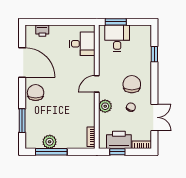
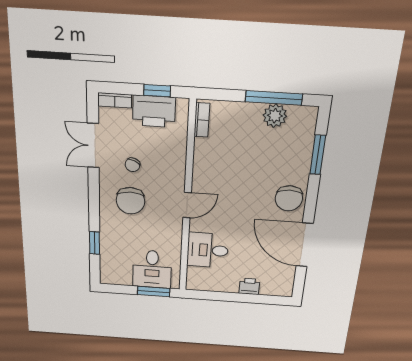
printer: (42, 31) -> (249, 286), moved
desk: (82, 44) -> (208, 250), moved
plant: (105, 106) -> (175, 169), removed

